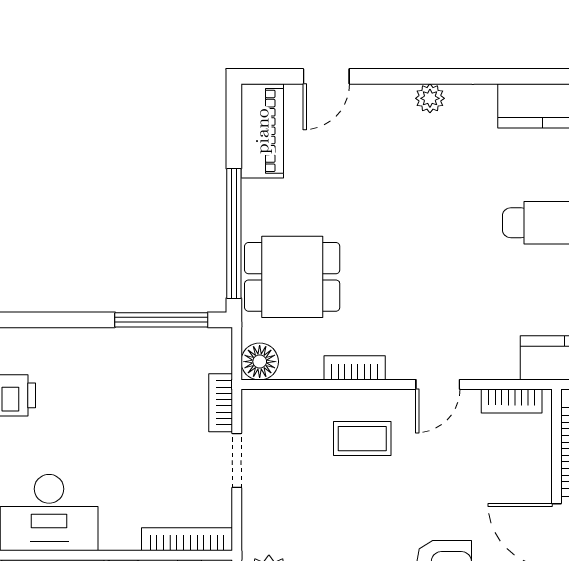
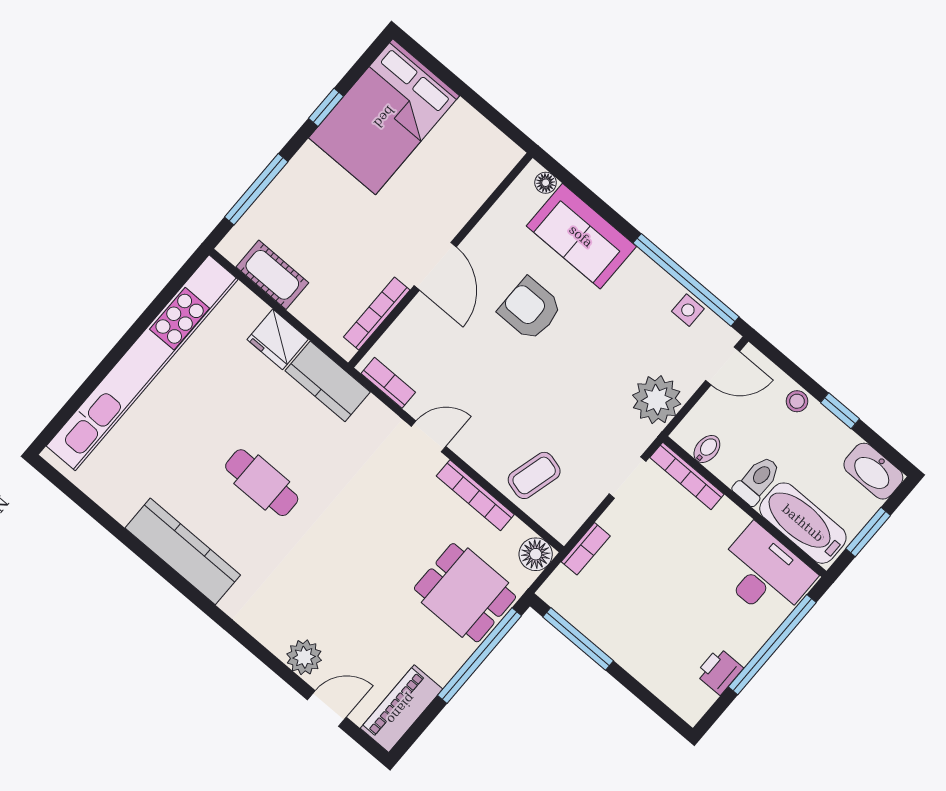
plant: (430, 98) -> (304, 657), moved, width x1.38, depth x1.38
bookcase: (355, 368) -> (475, 495), width x1.56
coffee table: (362, 439) -> (534, 475), moved, turned -75
doorway: (237, 461) -> (628, 478), moved

